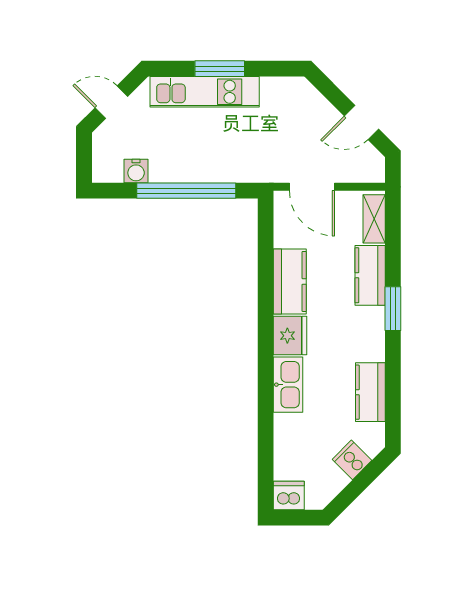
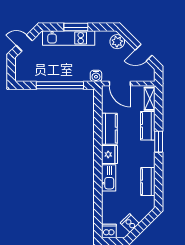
plant: (306, 99) -> (117, 42), added
water cooler: (136, 171) -> (96, 76), moved
cooker: (352, 460) -> (130, 223), moved

